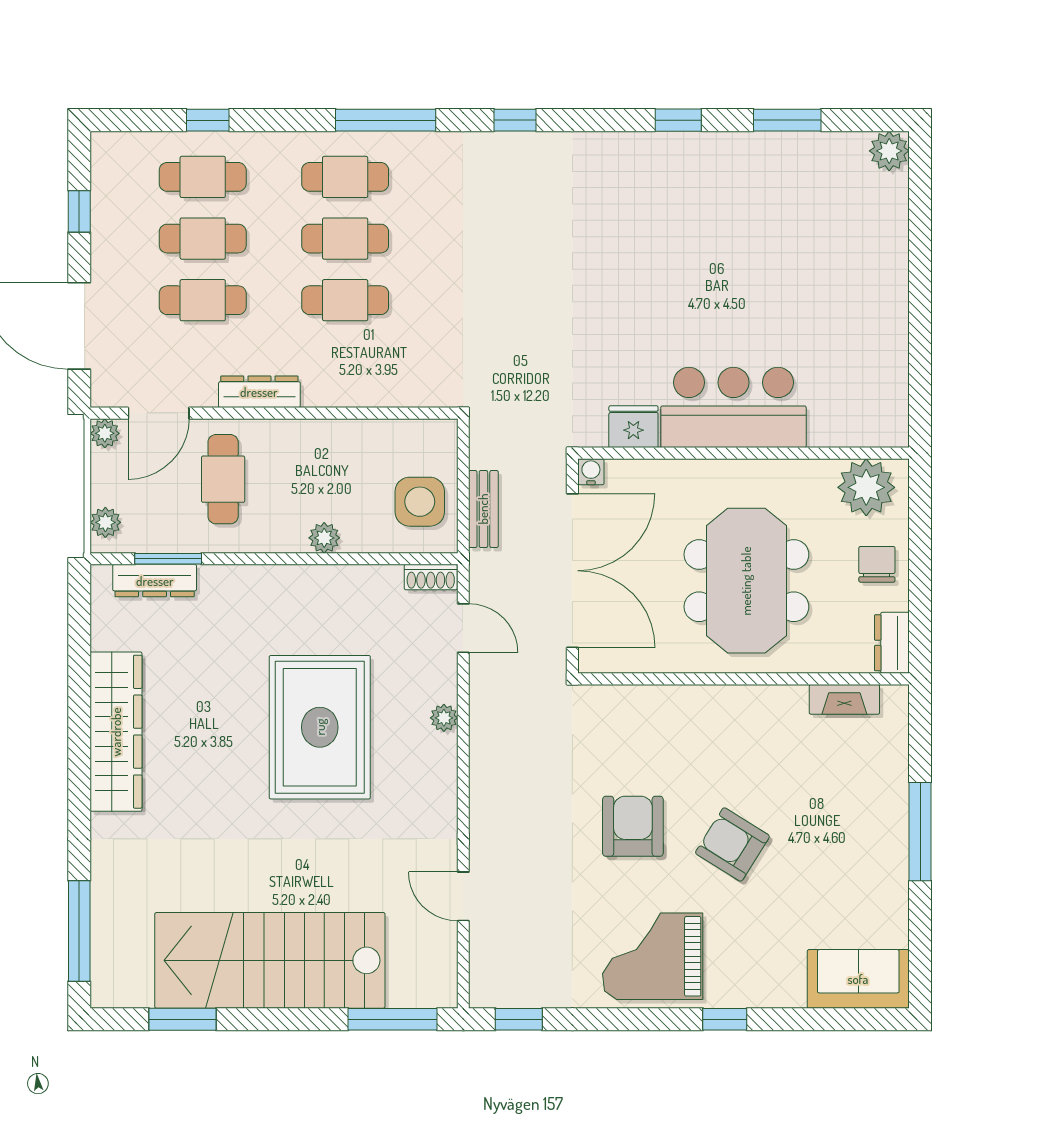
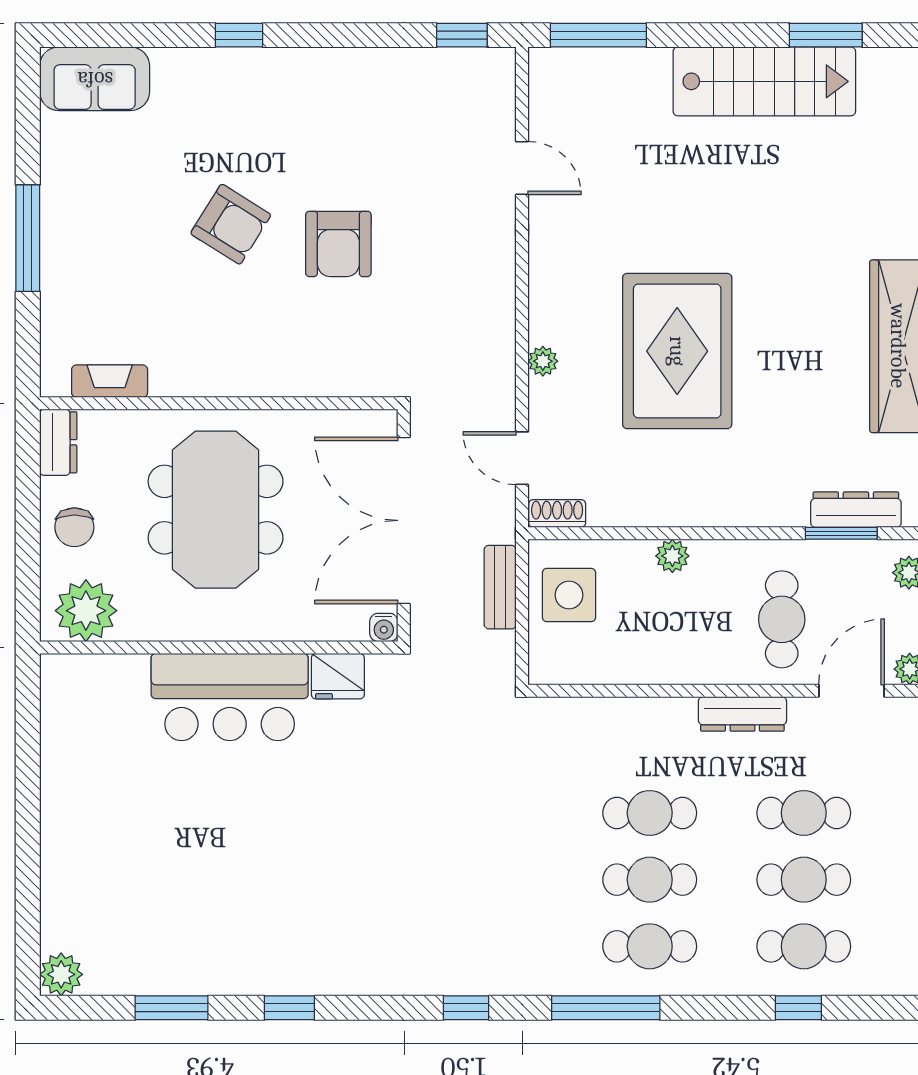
grand piano: (653, 956) -> (317, 103), removed
stairs: (270, 960) -> (764, 81), width x0.73, depth x0.66

